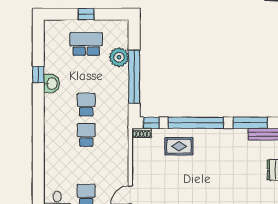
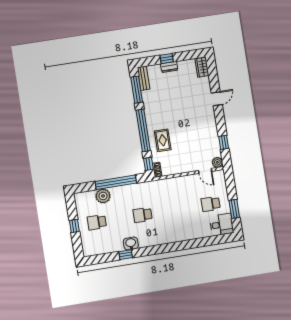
school desk: (86, 44) -> (97, 222), width x0.54
school desk: (86, 135) -> (165, 211), removed

